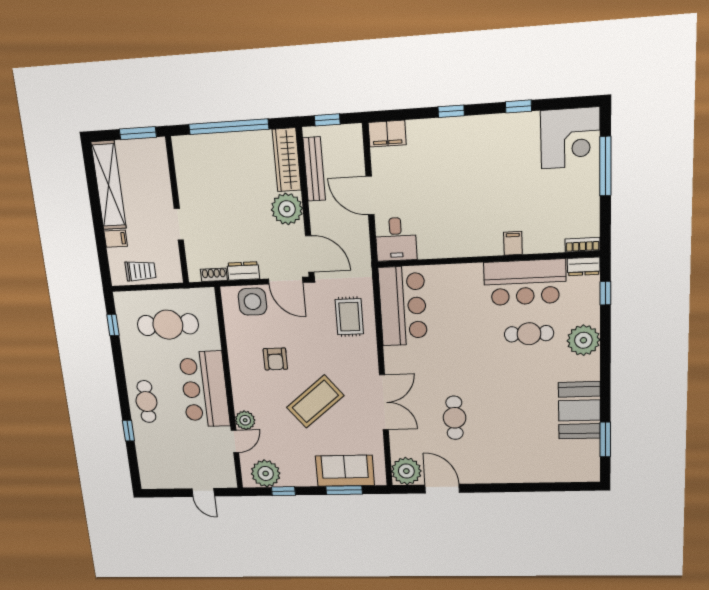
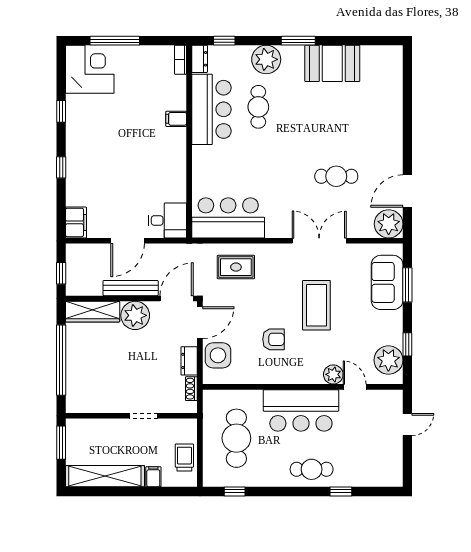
bench: (314, 169) -> (131, 288), moved
coffee table: (315, 402) -> (316, 305), turned 39
window: (605, 439) -> (298, 41), moved

